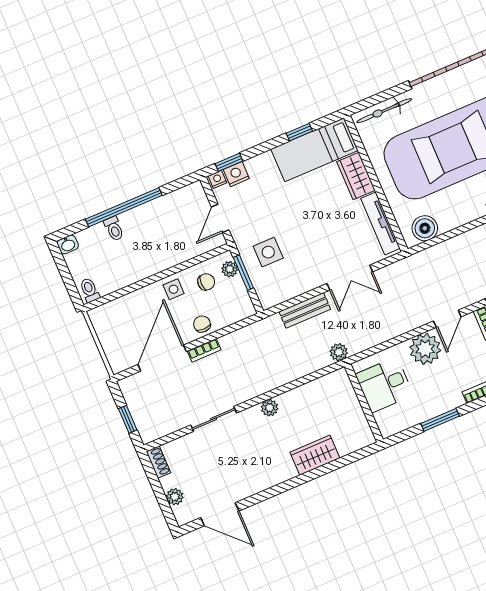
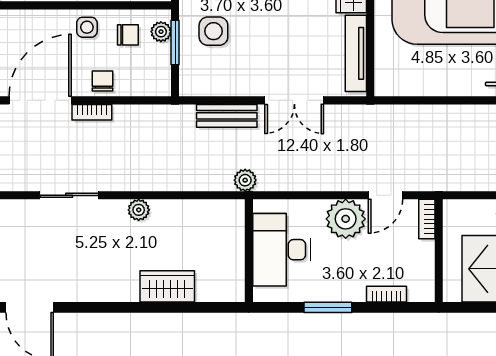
boiler: (425, 228) -> (404, 81), removed
desk: (384, 385) -> (281, 250), width x1.37

